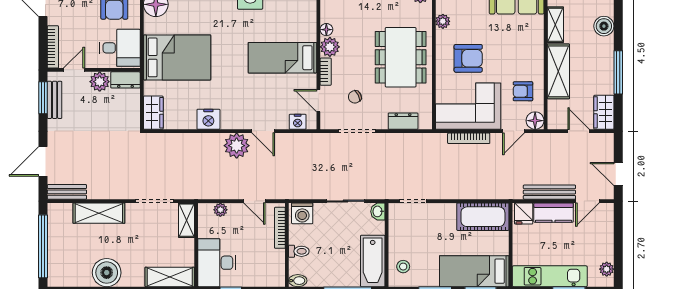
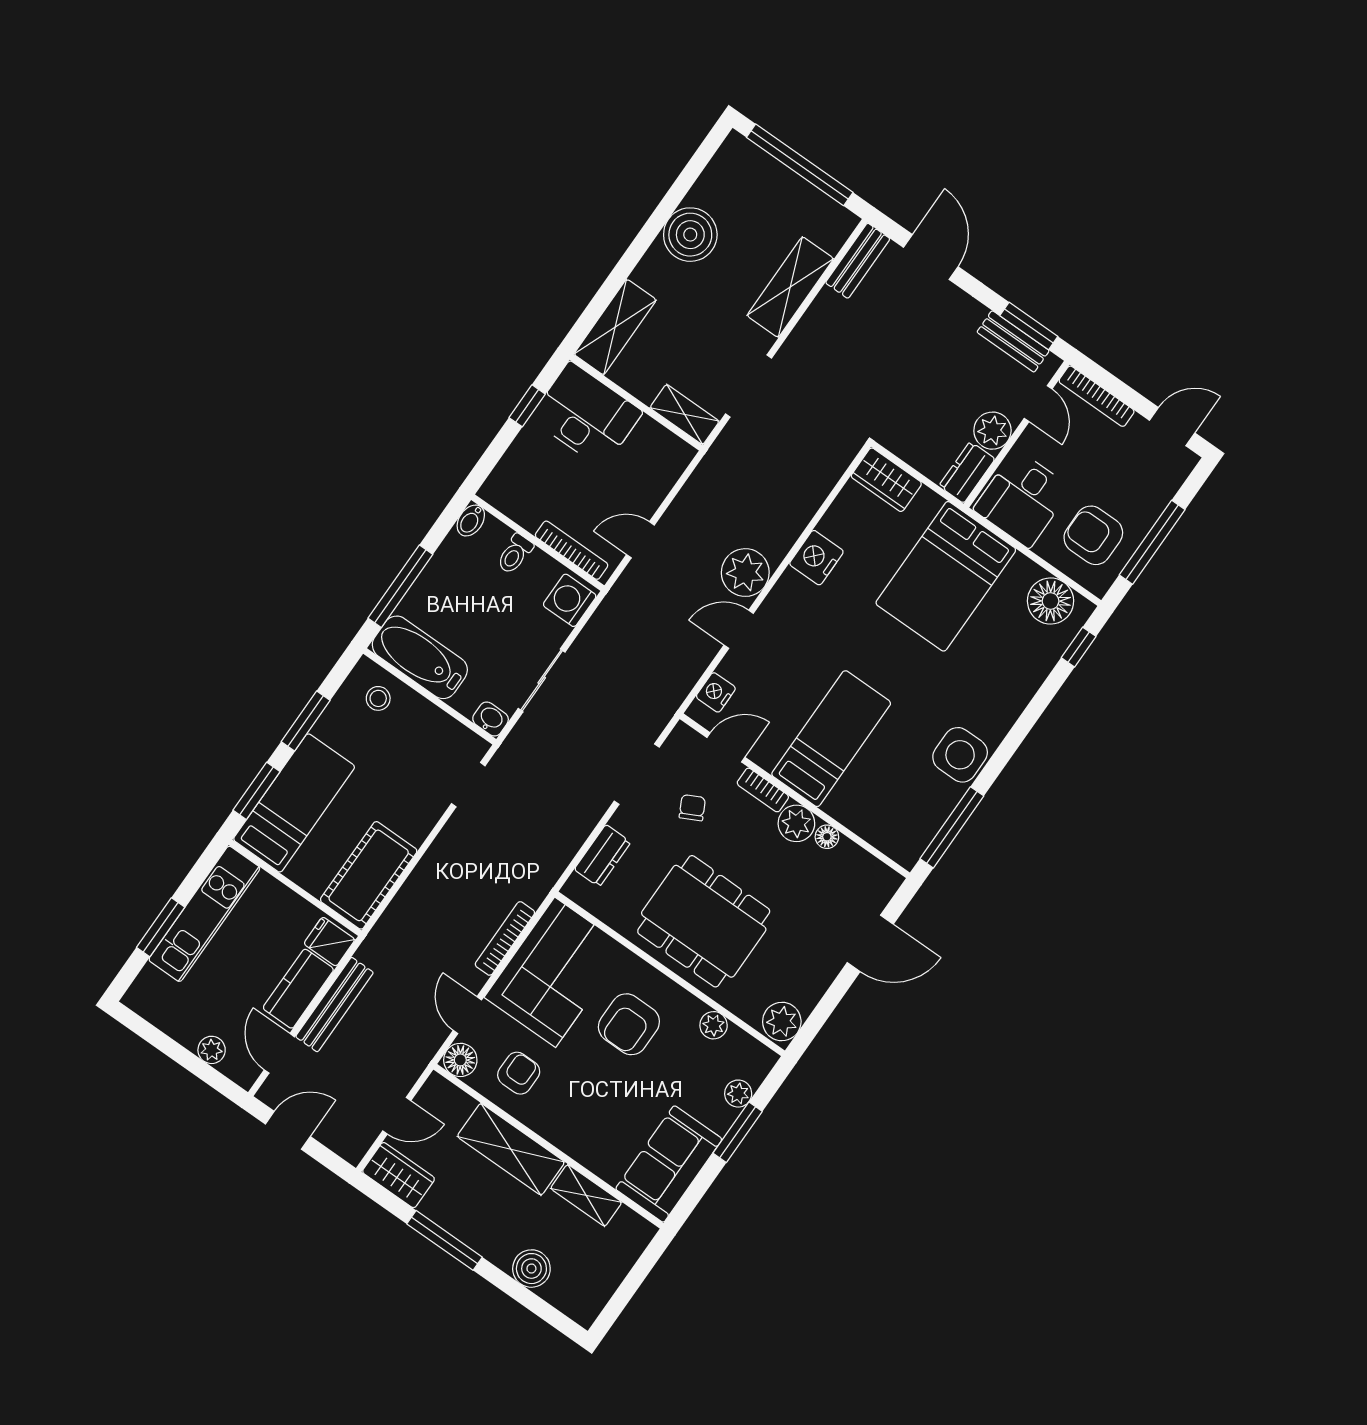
plant: (220, 210) -> (664, 478), removed
plant: (607, 269) -> (212, 1050), moved

